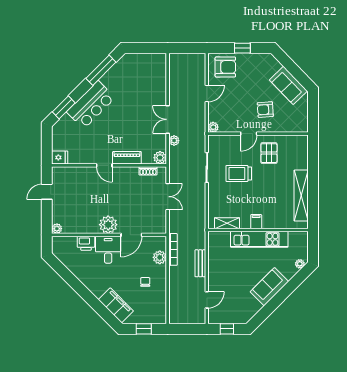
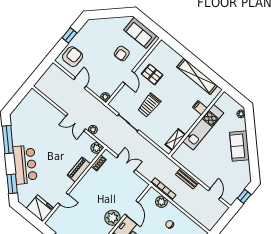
sofa: (288, 85) -> (140, 33), moved, turned 44
fridge: (60, 157) -> (40, 208), width x1.88, depth x1.34
door: (104, 165) -> (63, 199), moved
filing cabinet: (256, 222) -> (200, 108), moved

